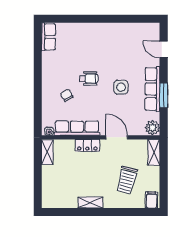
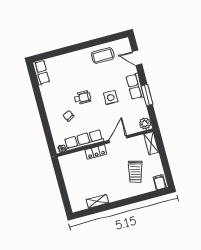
coffee table: (125, 36) -> (103, 56), added
row of seats: (152, 89) -> (135, 86), width x0.68
door: (117, 137) -> (118, 139), hinge flipped
shelving: (47, 152) -> (65, 166), removed
shelving: (90, 203) -> (97, 201), moved

